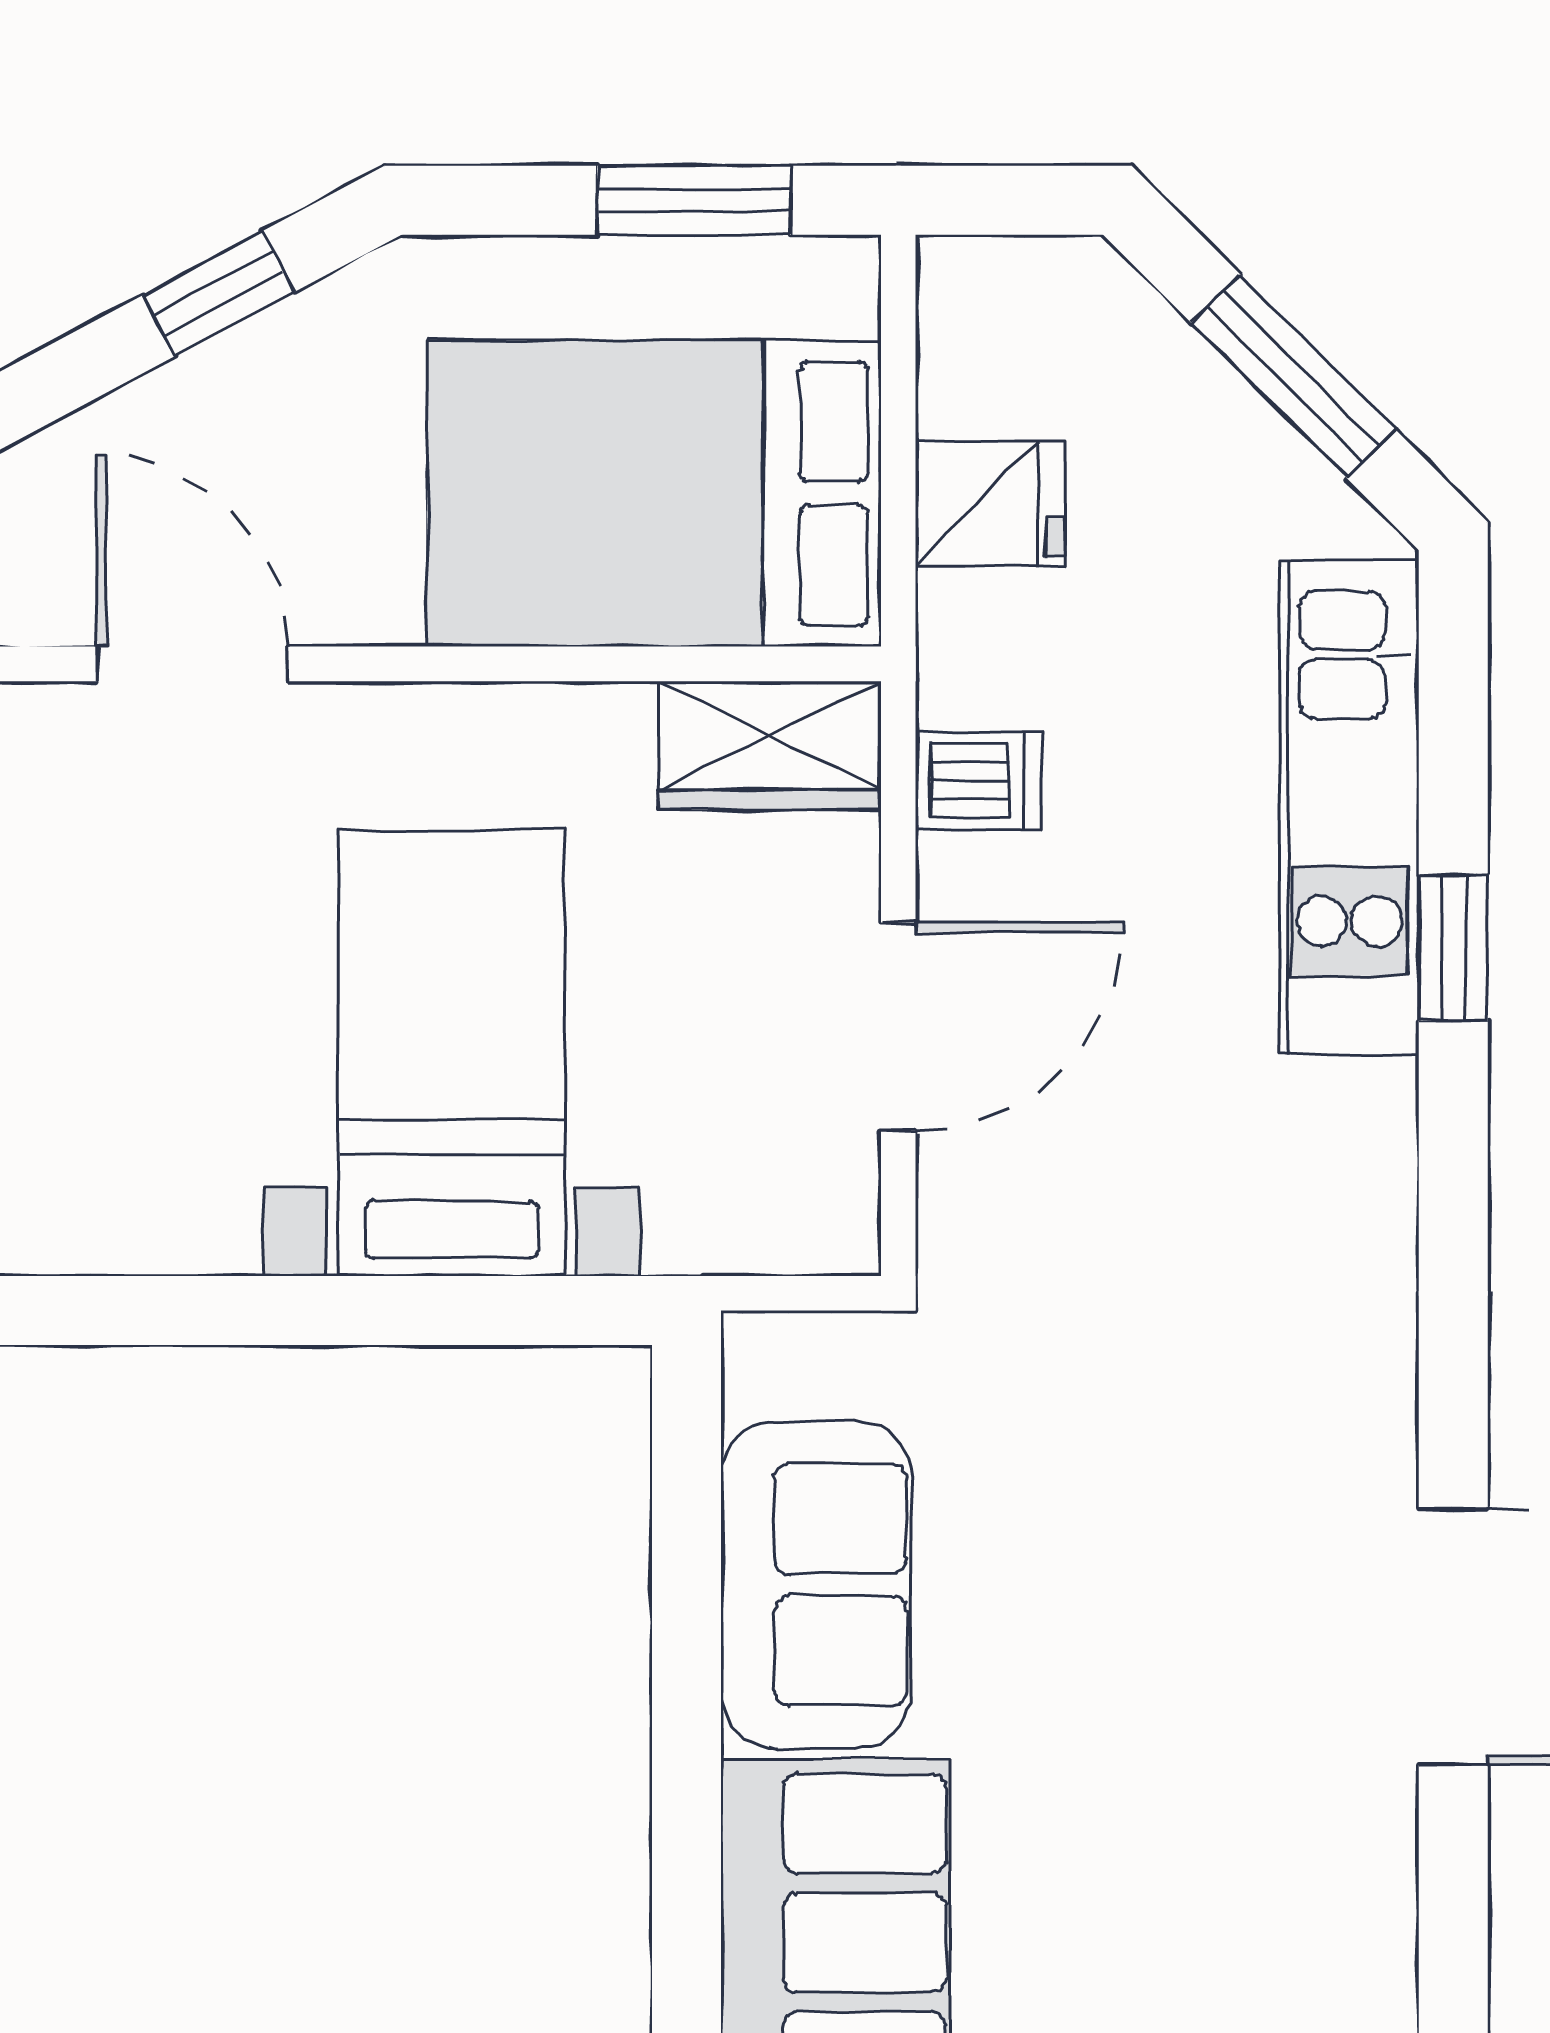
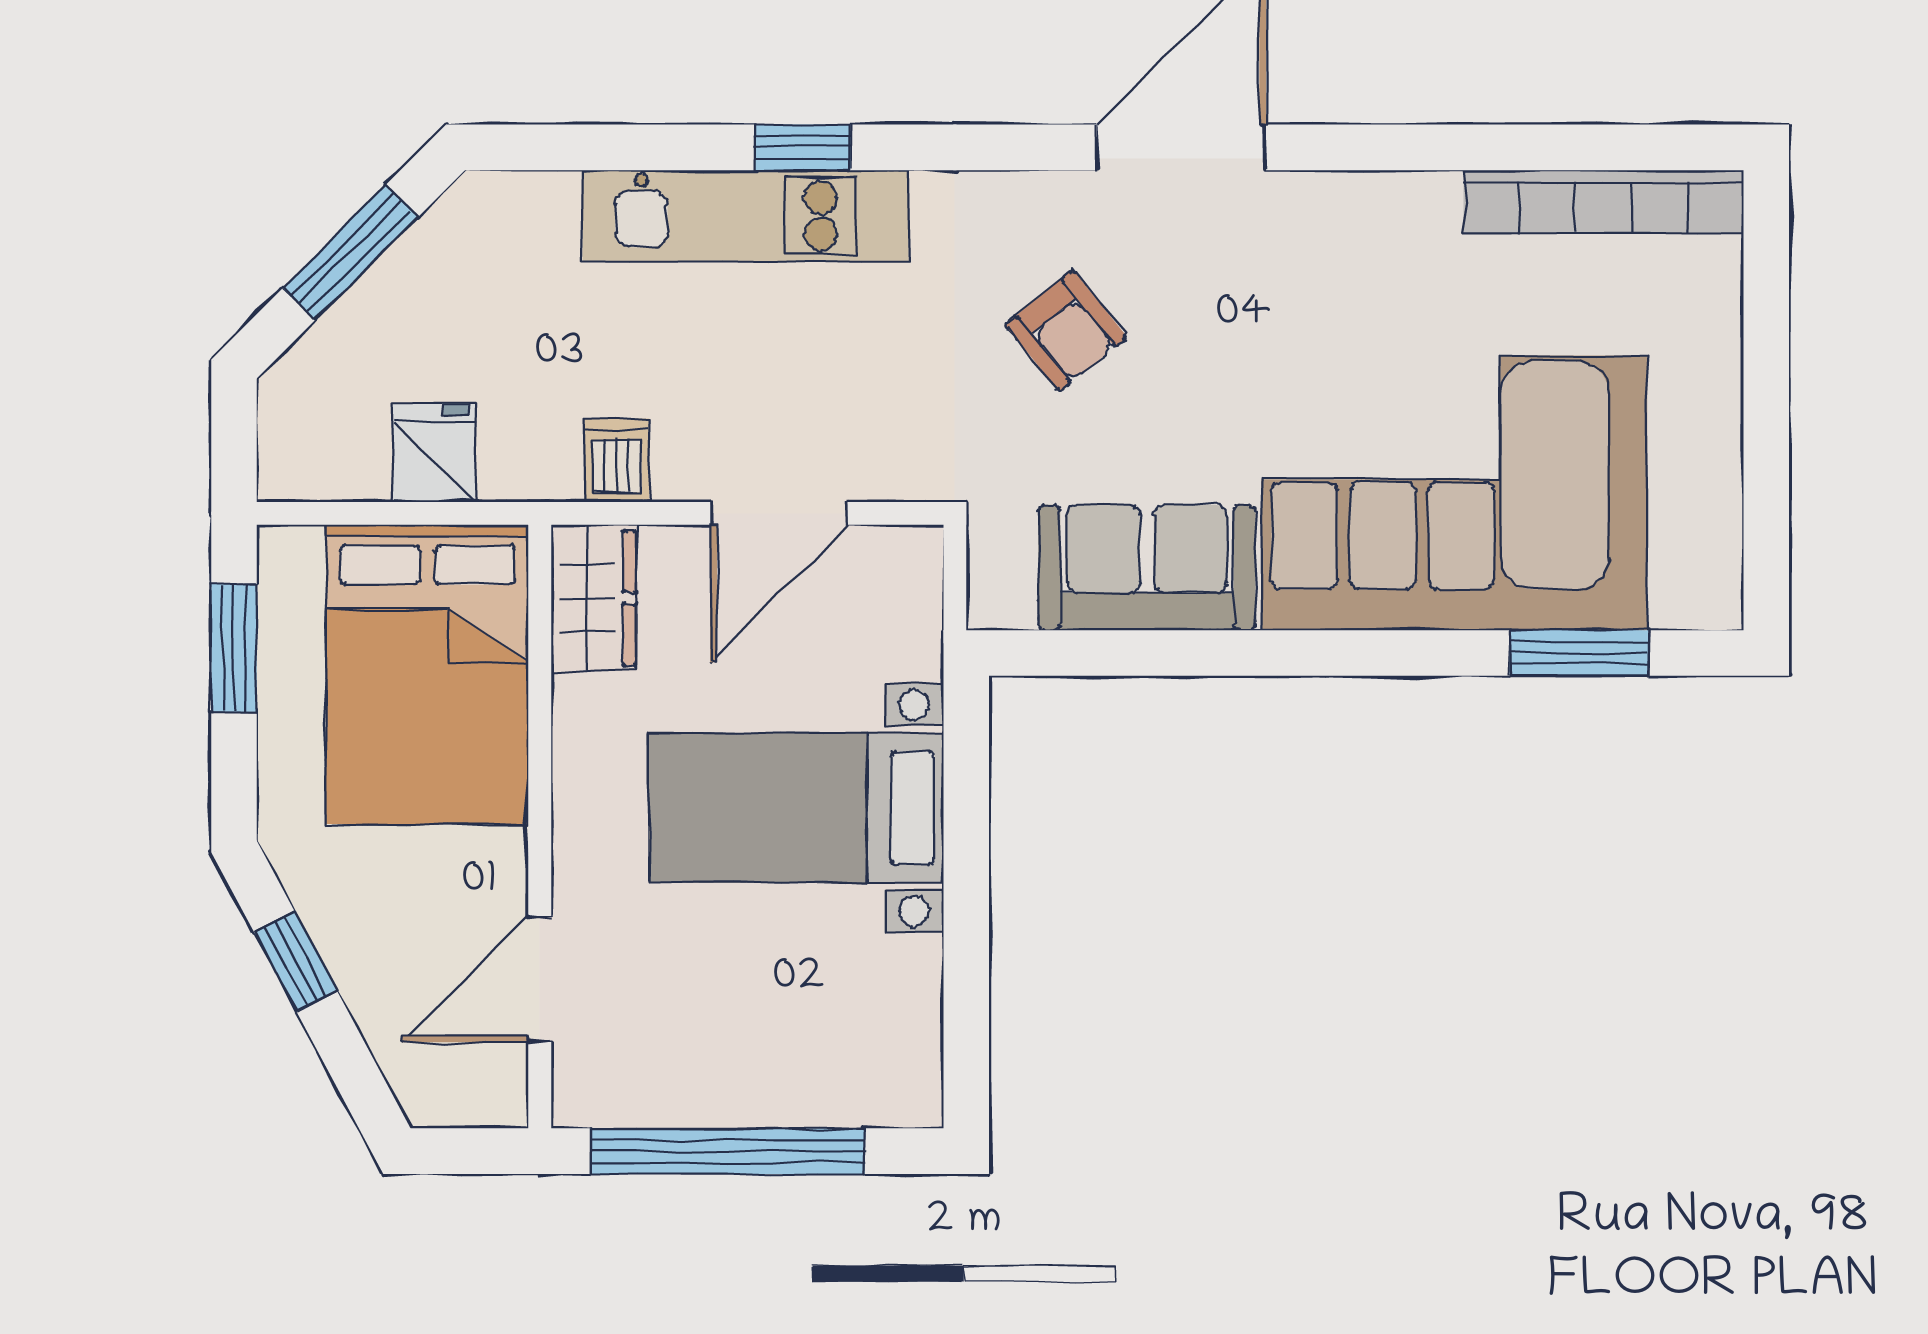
kitchen unit: (1349, 808) -> (746, 216), moved
window: (1453, 948) -> (802, 147), moved
door: (898, 1026) -> (779, 513), swing flipped
armchair: (1175, 1462) -> (1066, 331), added

